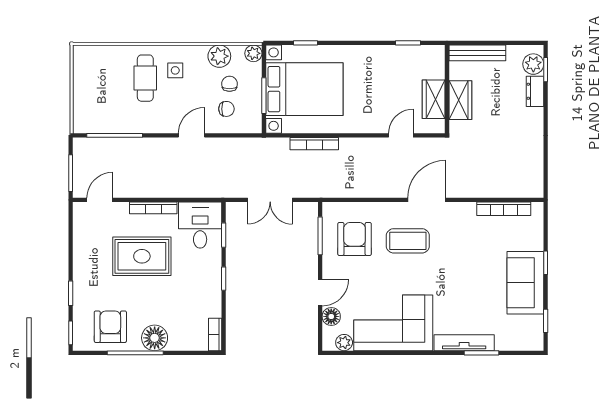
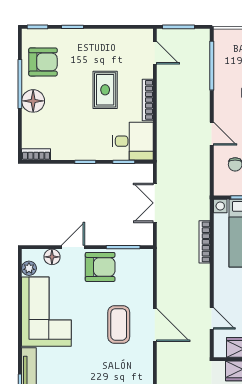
door: (427, 200) -> (155, 325), moved
armchair: (355, 239) -> (100, 267), moved
rug: (142, 256) -> (105, 90), width x0.73, depth x0.70
door: (320, 293) -> (73, 247), swing flipped

